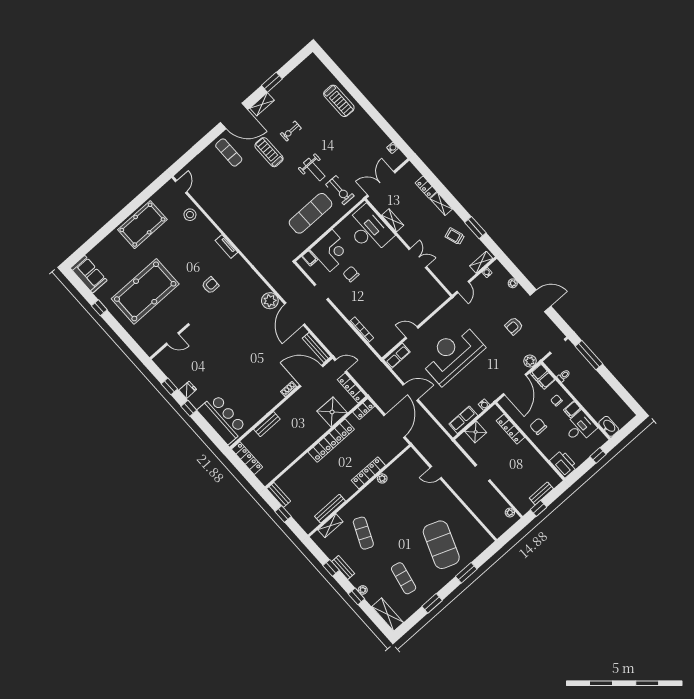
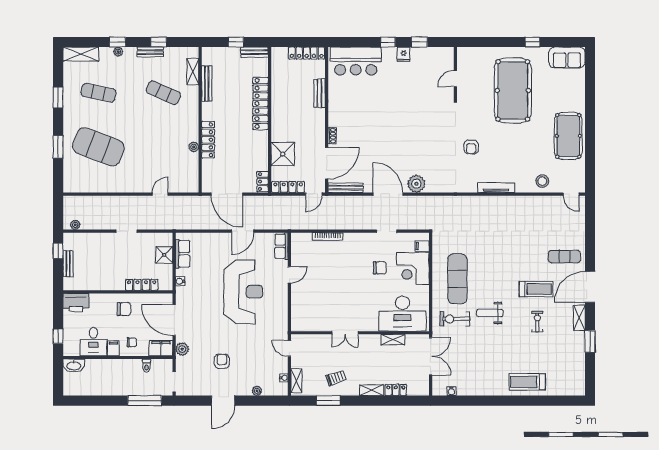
tv unit: (226, 247) -> (496, 188), width x1.41
locker: (331, 441) -> (261, 103), moved

